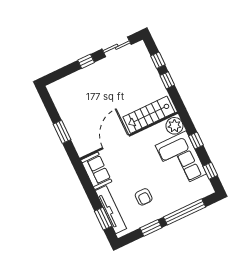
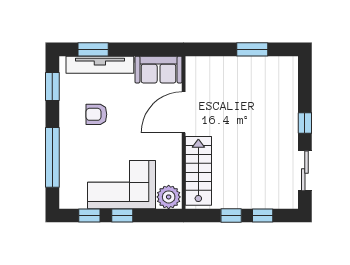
window: (62, 132) -> (252, 49), moved
window: (196, 141) -> (122, 215), moved
door: (116, 142) -> (184, 112), swing flipped
window: (151, 228) -> (52, 87), moved

